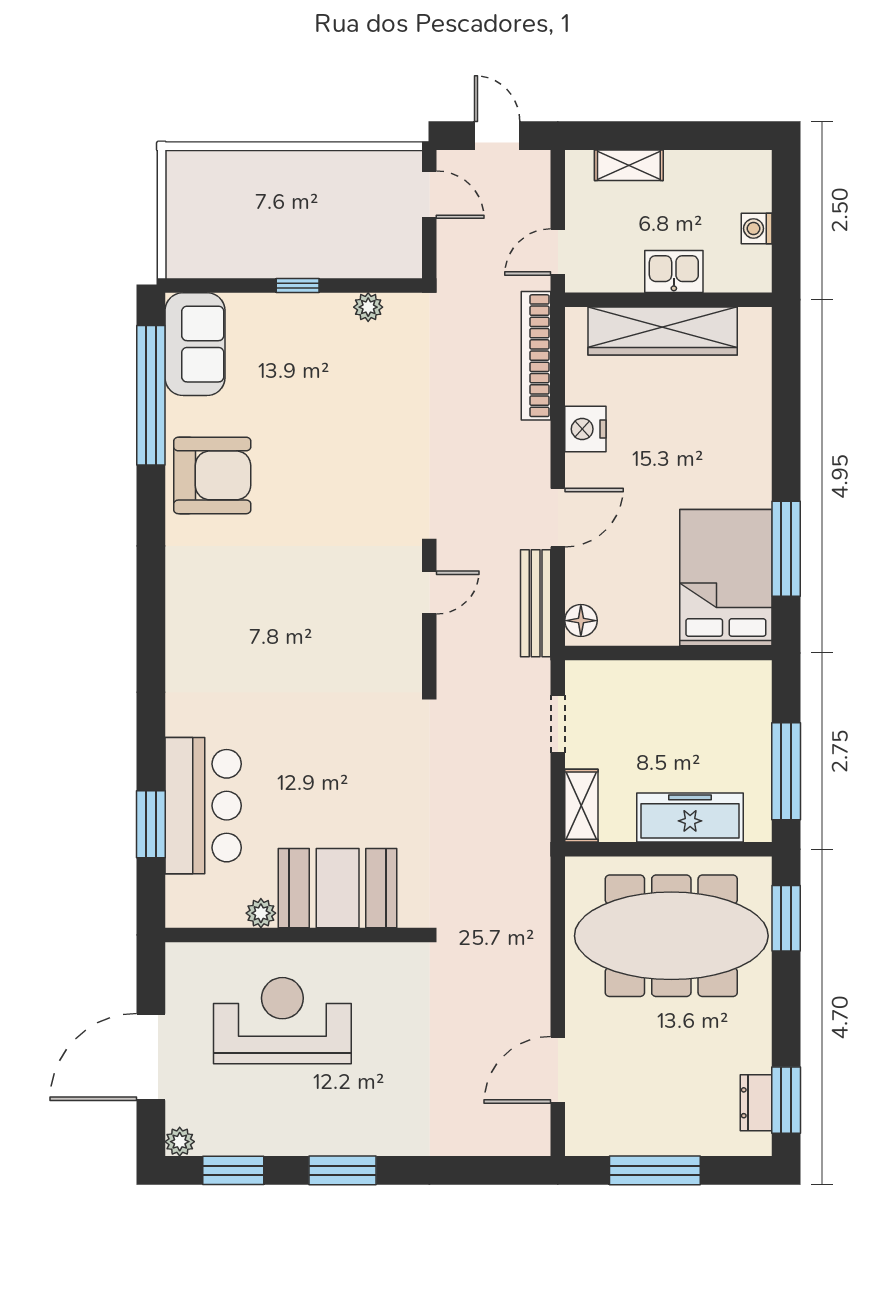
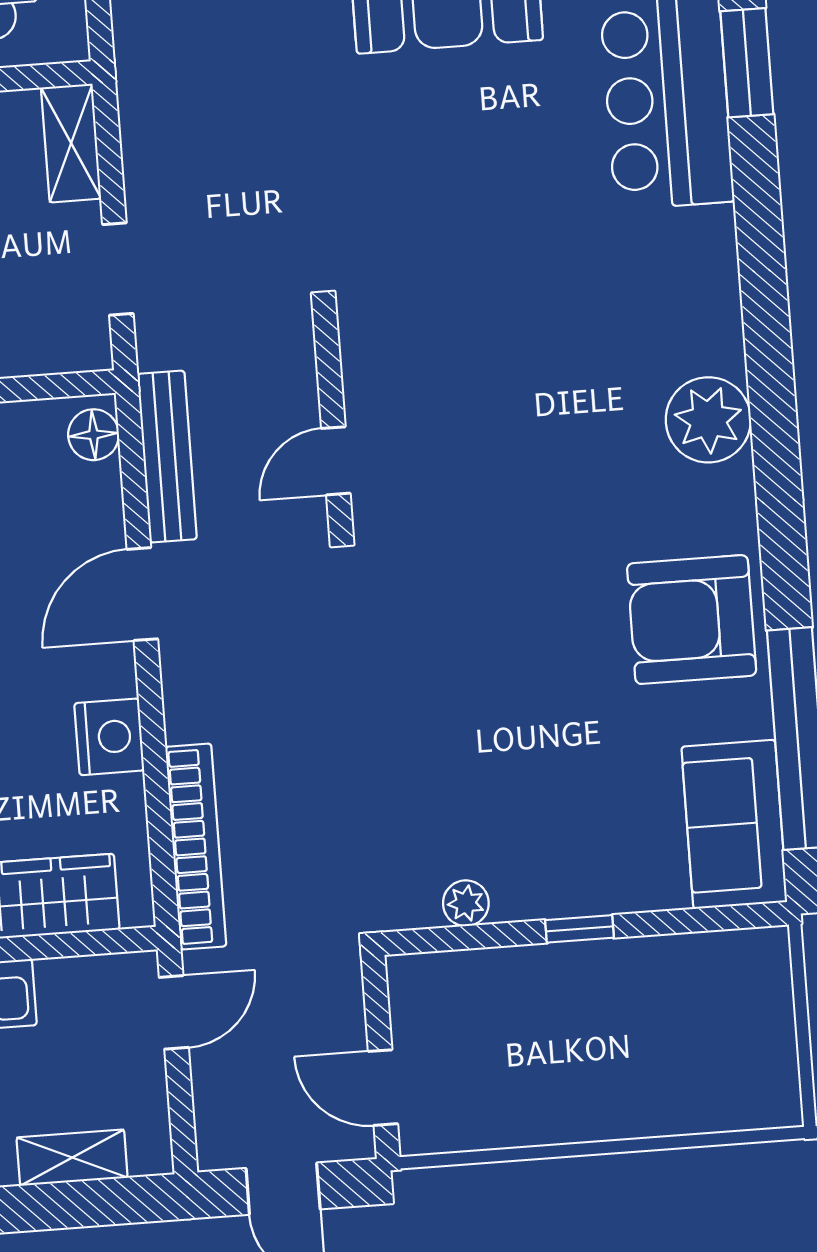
plant: (192, 601) -> (708, 420), added

